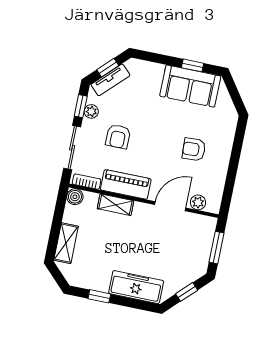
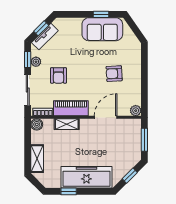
plant: (198, 202) -> (136, 111), moved
freezer: (136, 287) -> (86, 177), width x1.36, depth x1.26

